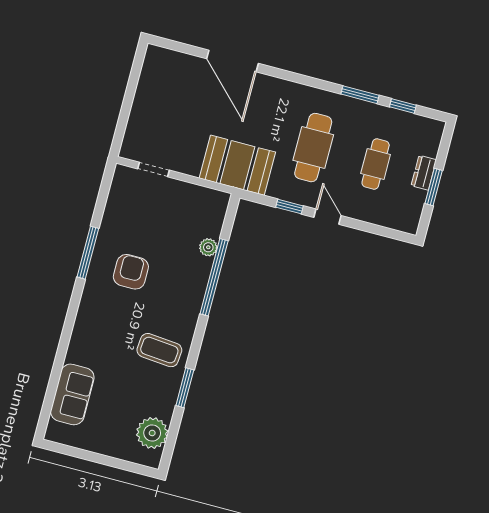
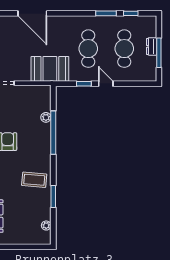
cafe table: (376, 164) -> (124, 49), width x1.37, depth x1.35
window: (434, 187) -> (159, 53), width x1.44
plant: (152, 433) -> (46, 226), width x0.53, depth x0.53

